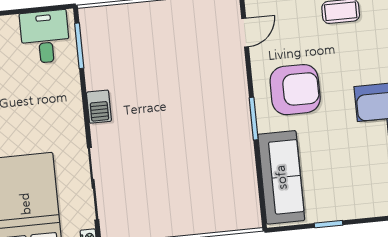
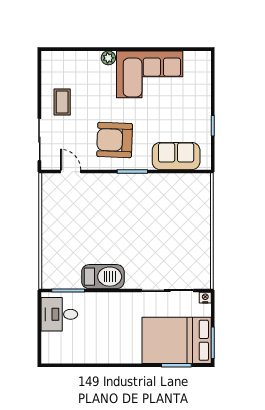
armchair: (295, 90) -> (115, 140), turned -88
barbecue: (99, 107) -> (103, 277), width x1.88, depth x1.53
sofa: (281, 177) -> (176, 156), width x0.73

